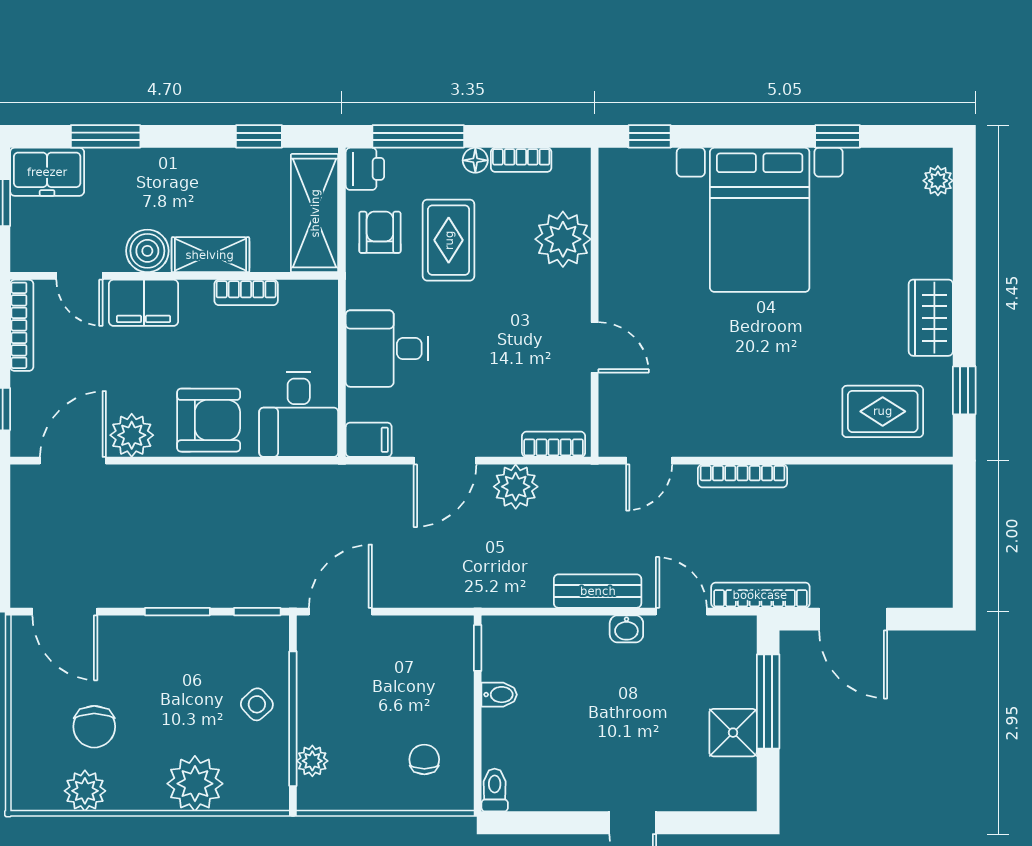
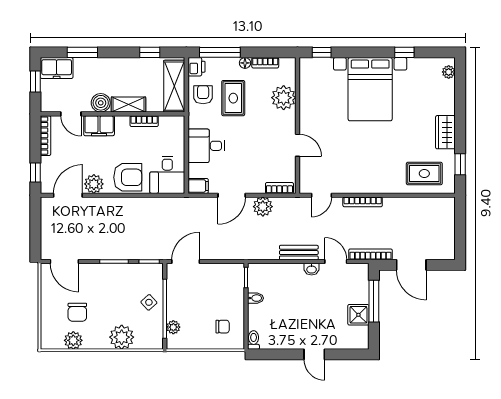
chair: (424, 759) -> (223, 327), turned 90

